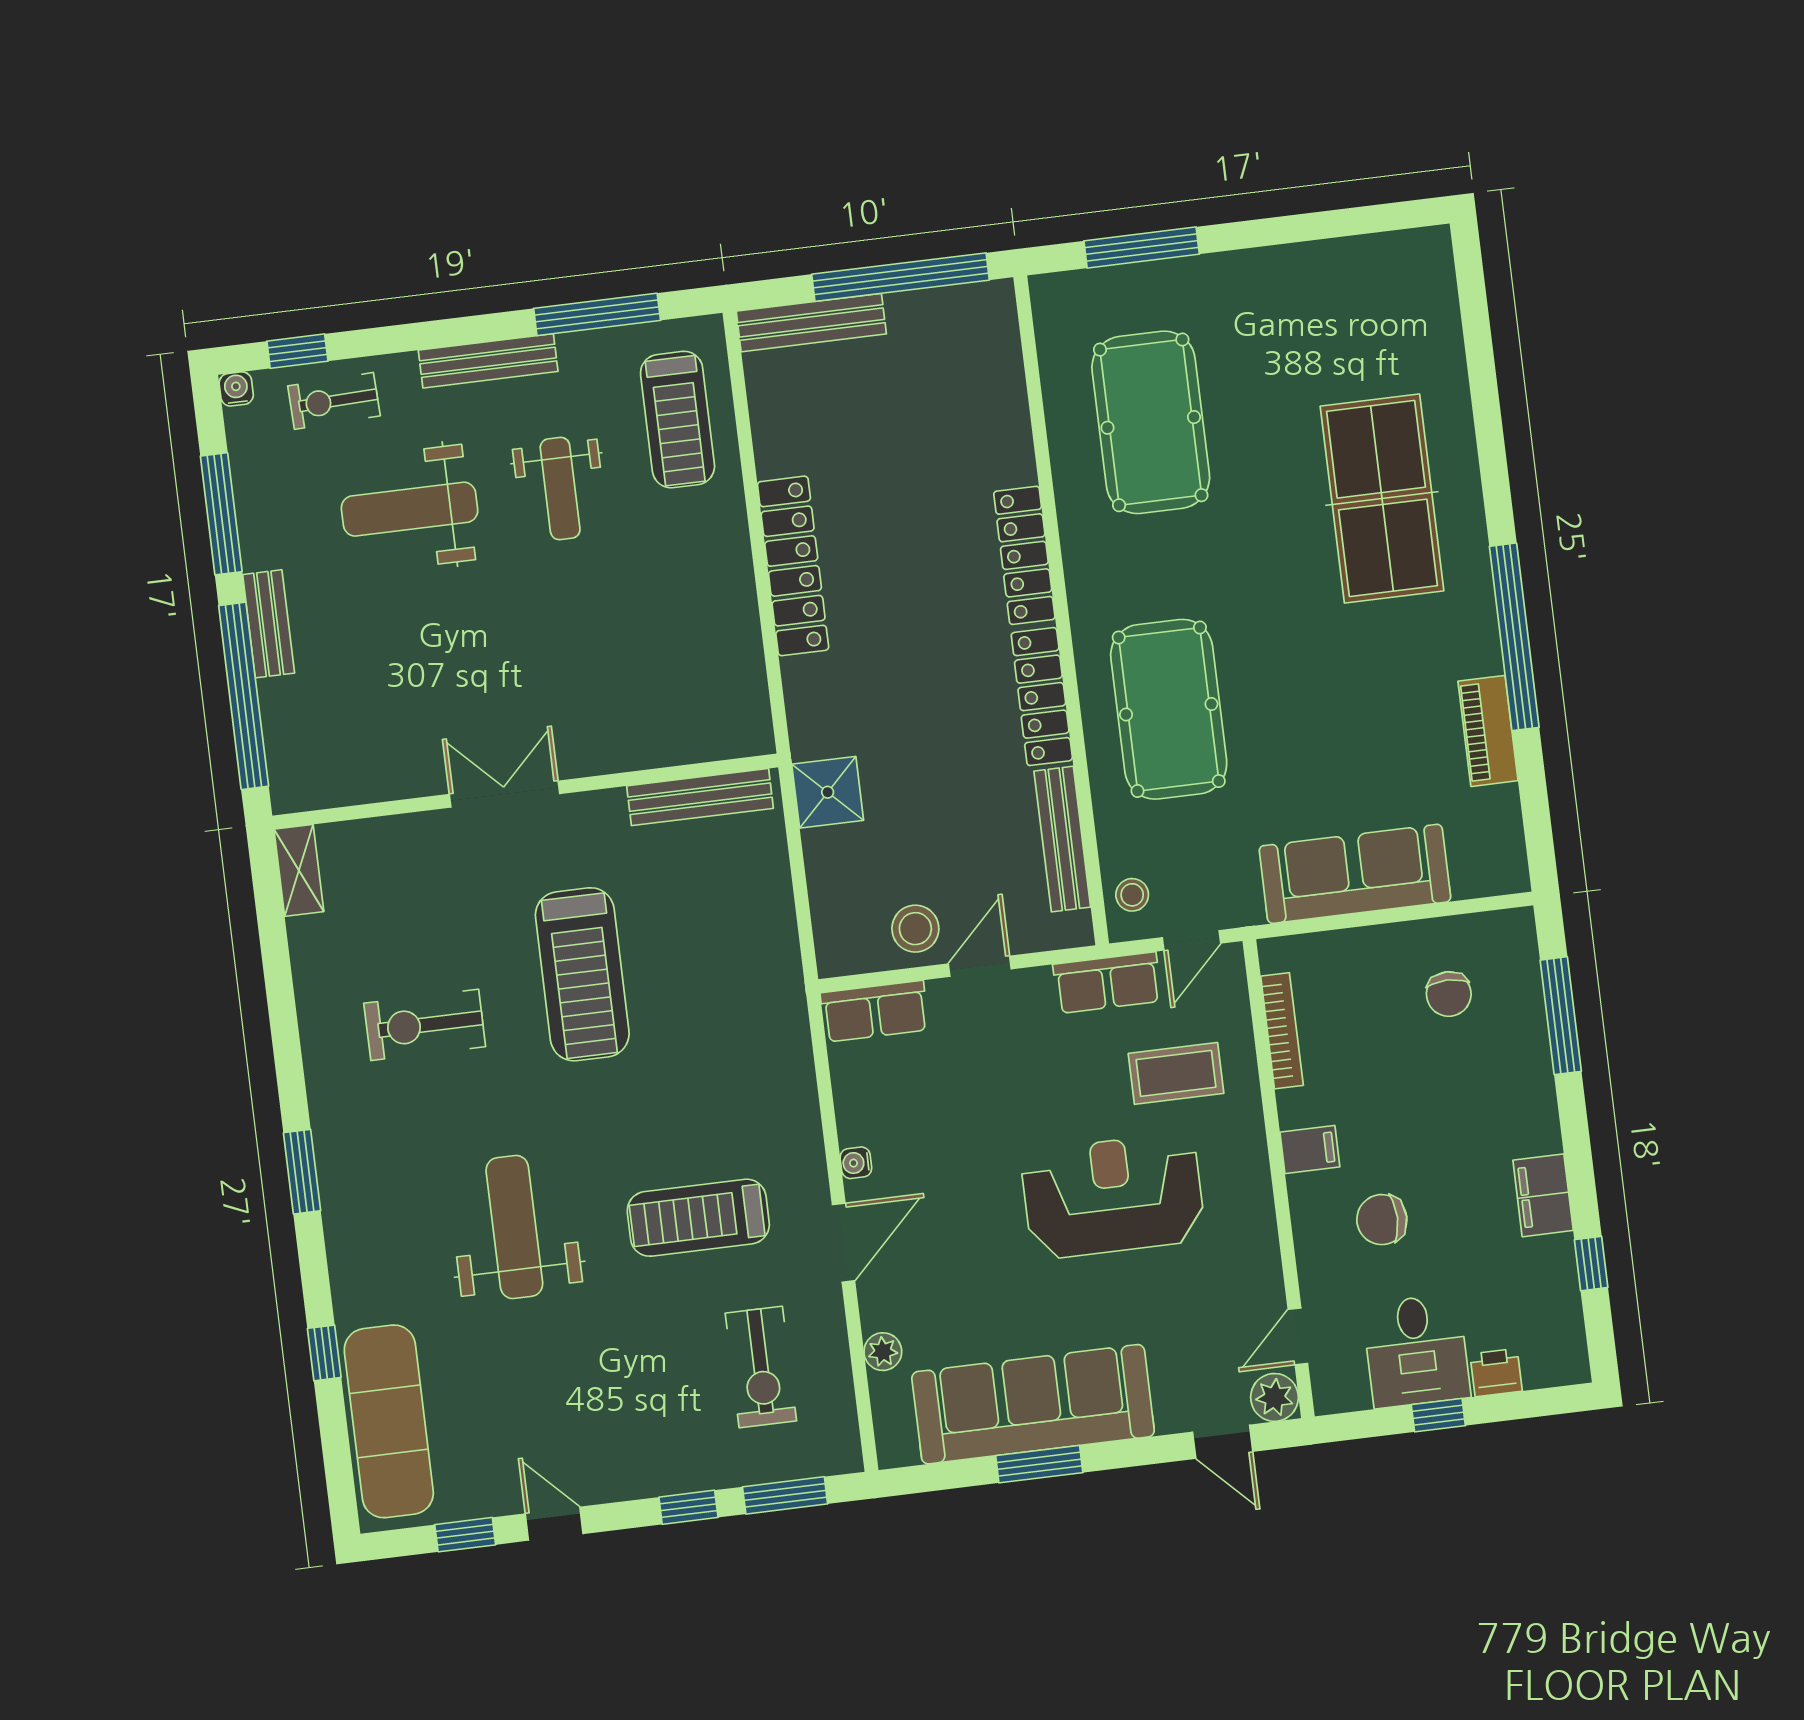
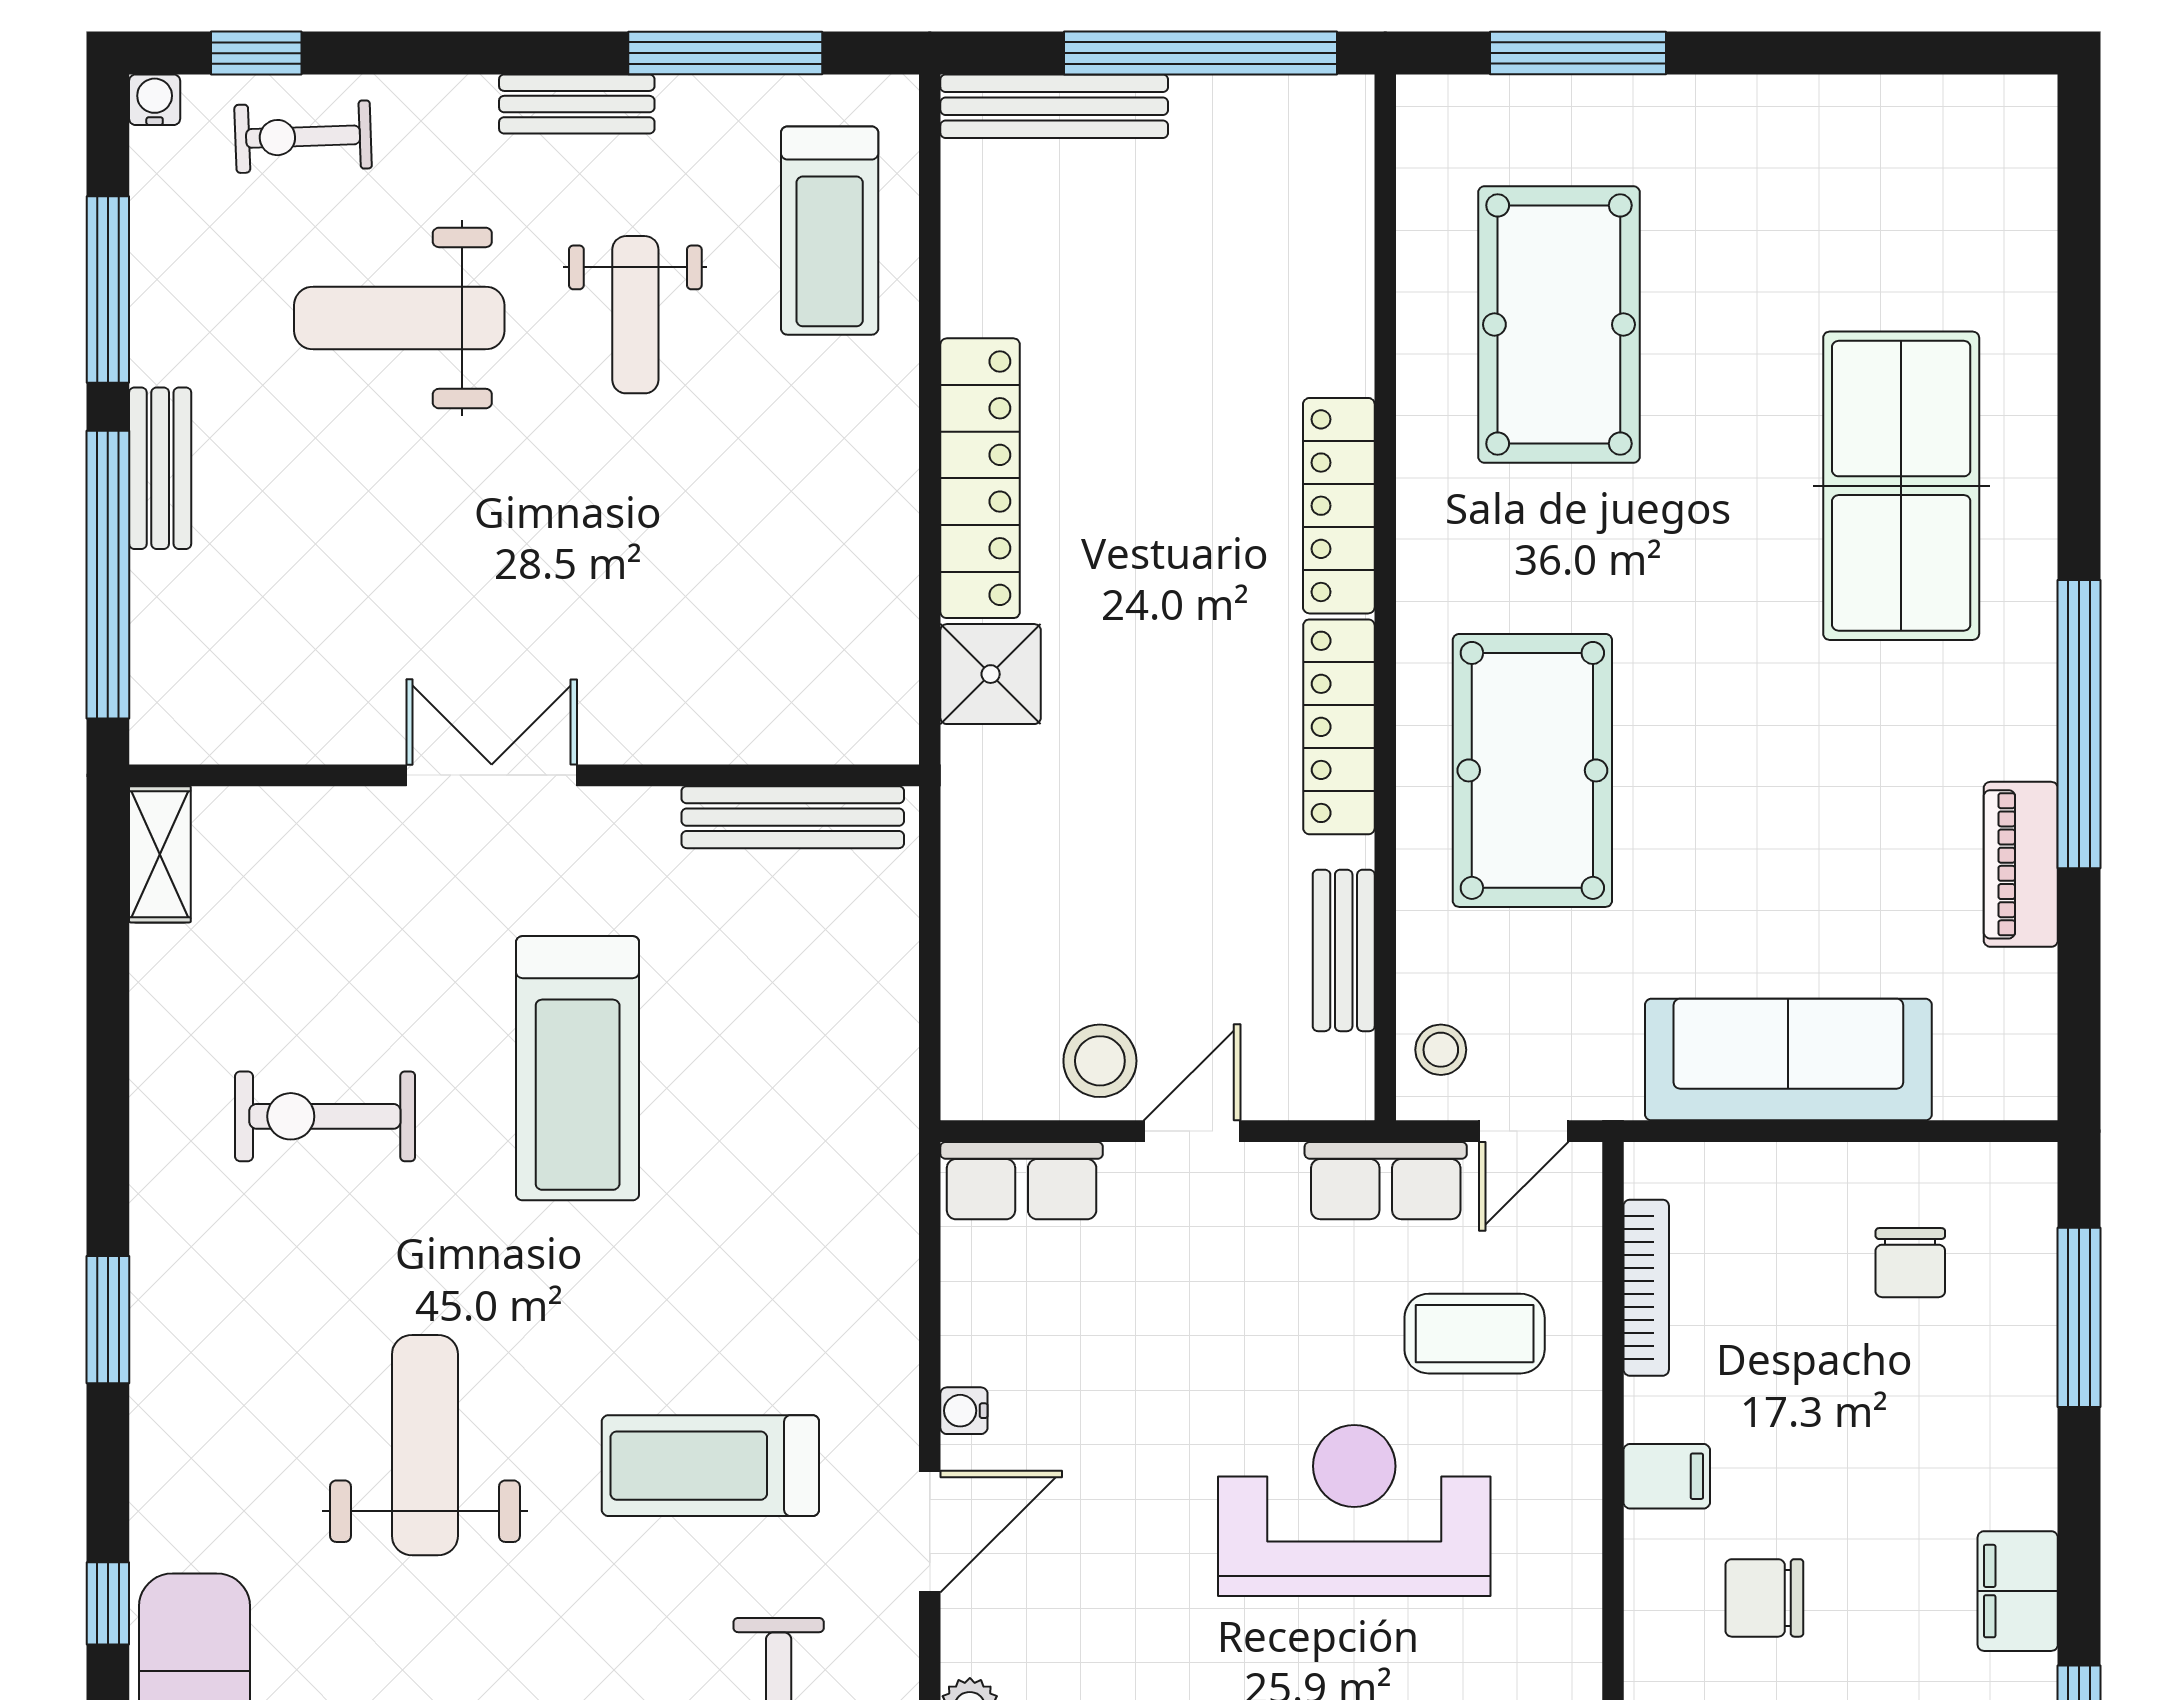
bench: (488, 361) -> (577, 104), width x0.73
shower: (828, 792) -> (991, 674), moved
bench: (1062, 839) -> (1344, 950), width x0.73

